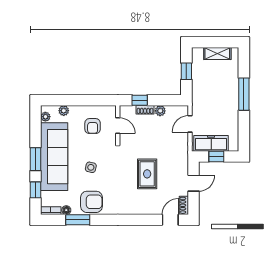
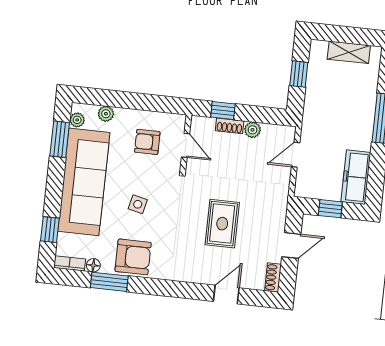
armchair: (93, 126) -> (147, 142), turned 90
freezer: (211, 143) -> (356, 177), moved, turned -90
window: (35, 159) -> (60, 139), moved
door: (170, 220) -> (226, 295), moved

